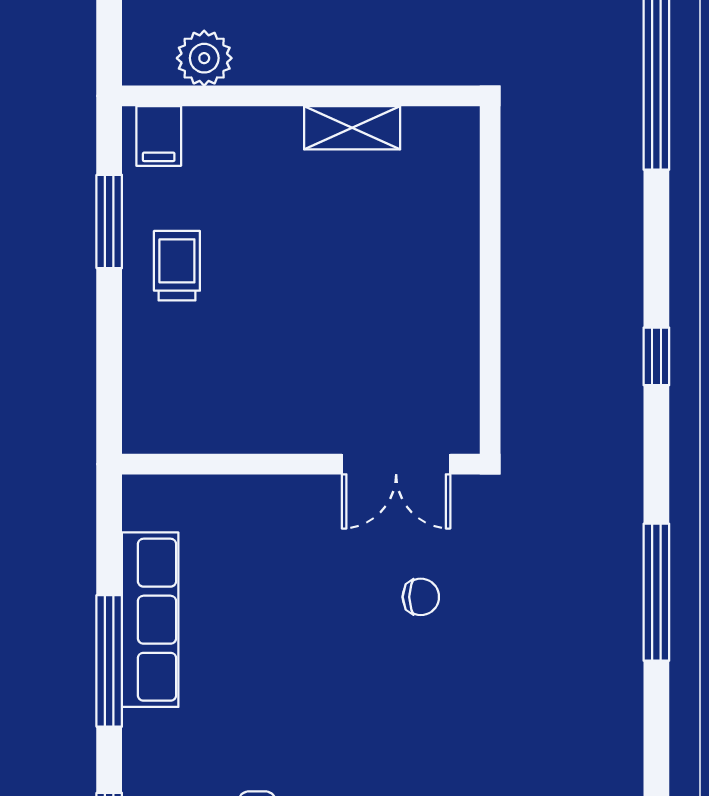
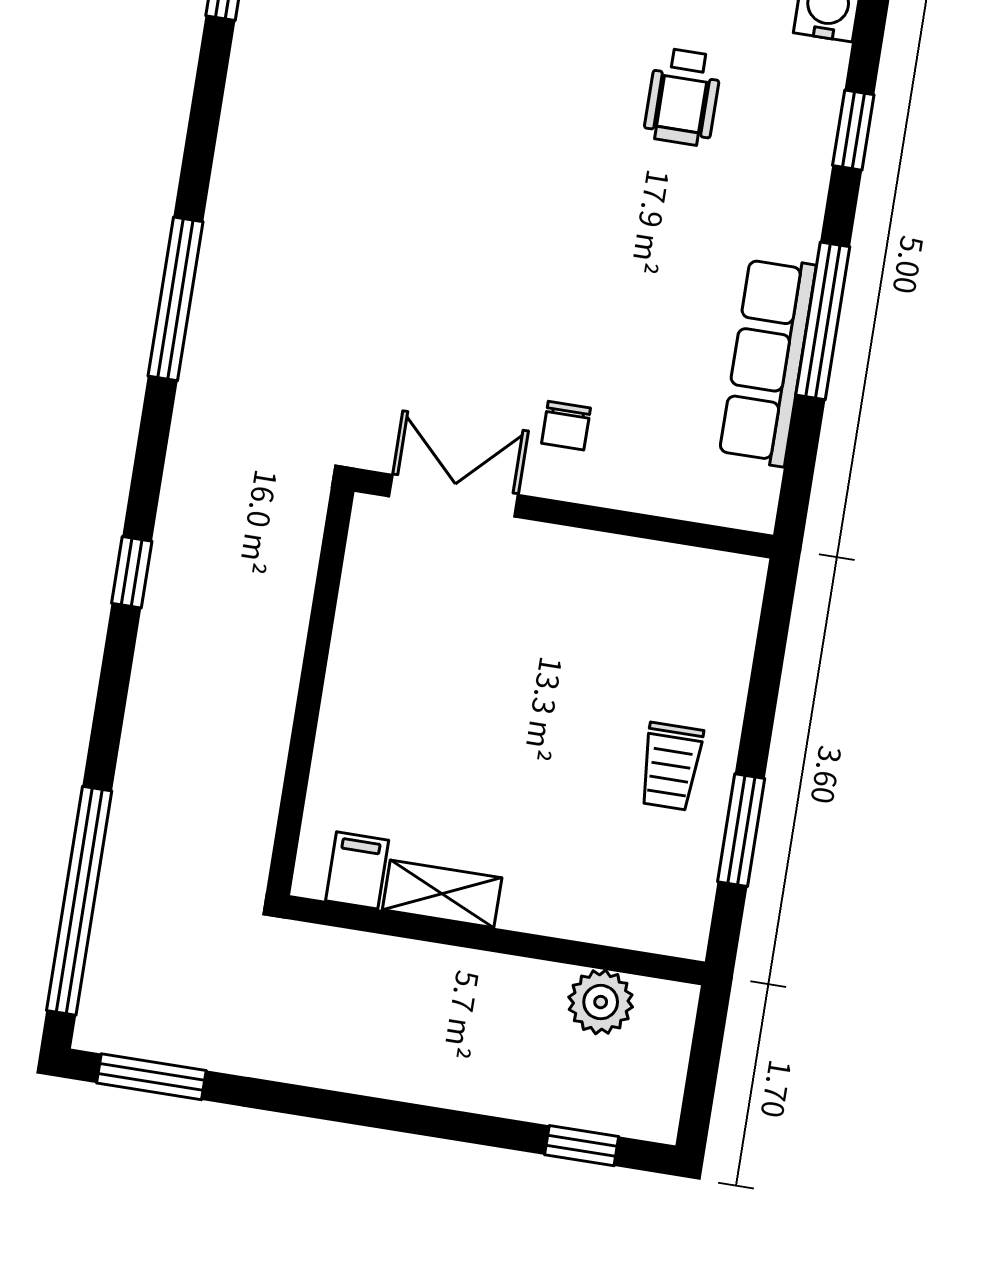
filing cabinet: (159, 136) -> (357, 870), moved
chair: (421, 597) -> (566, 426), moved, turned -90

